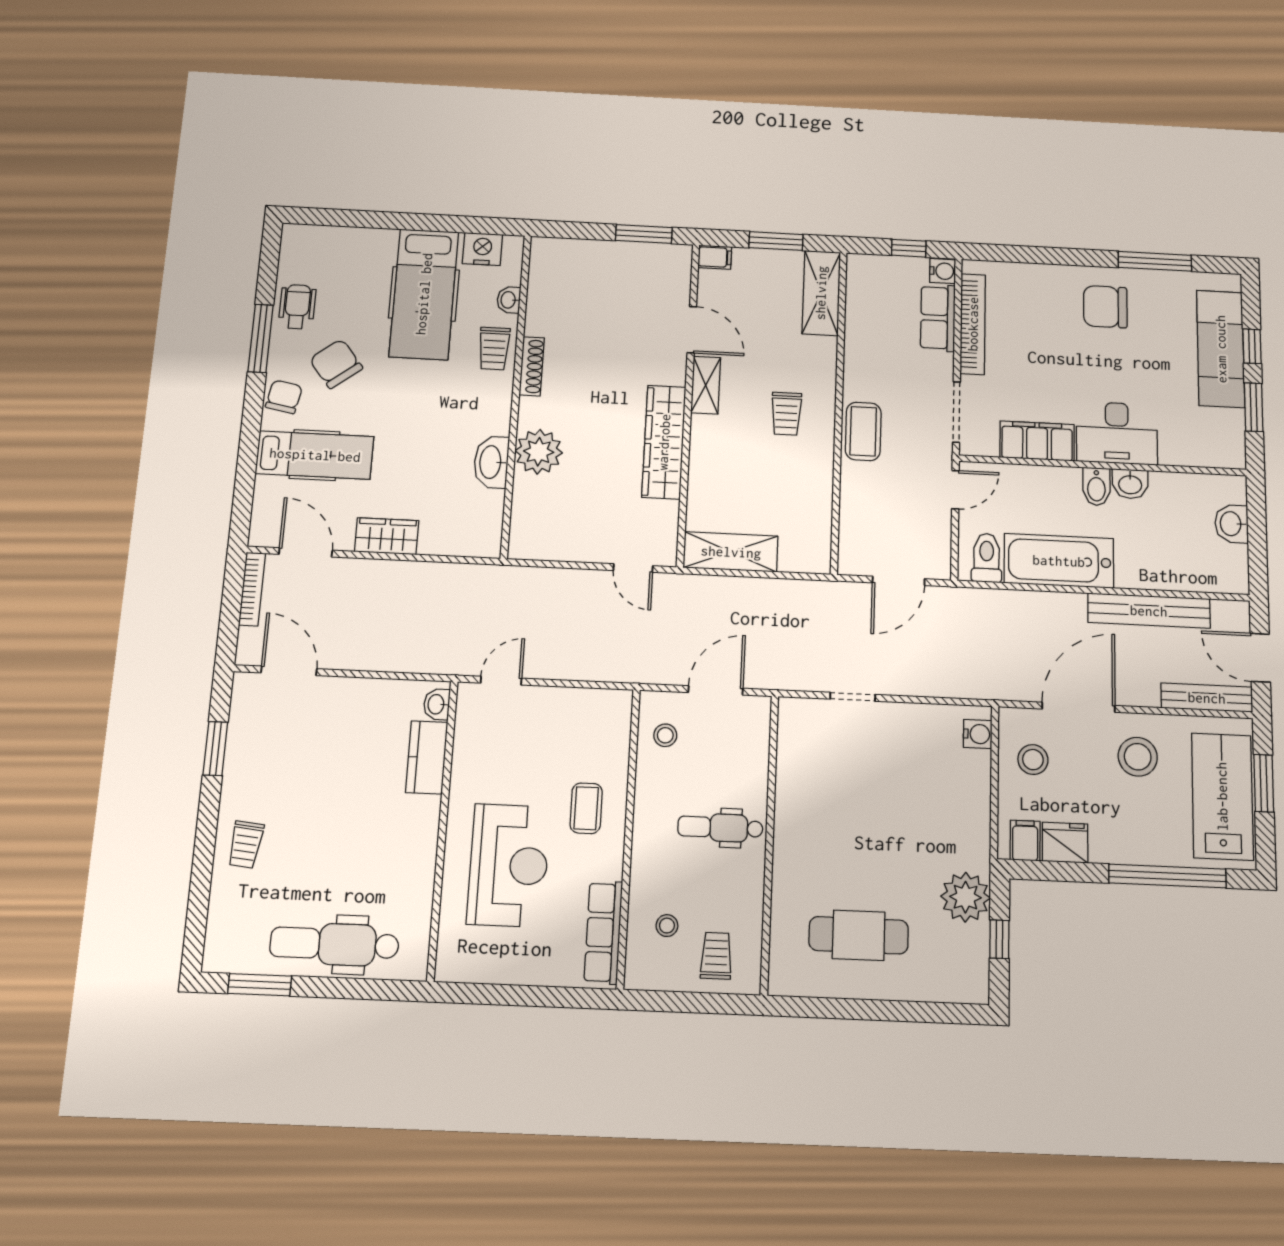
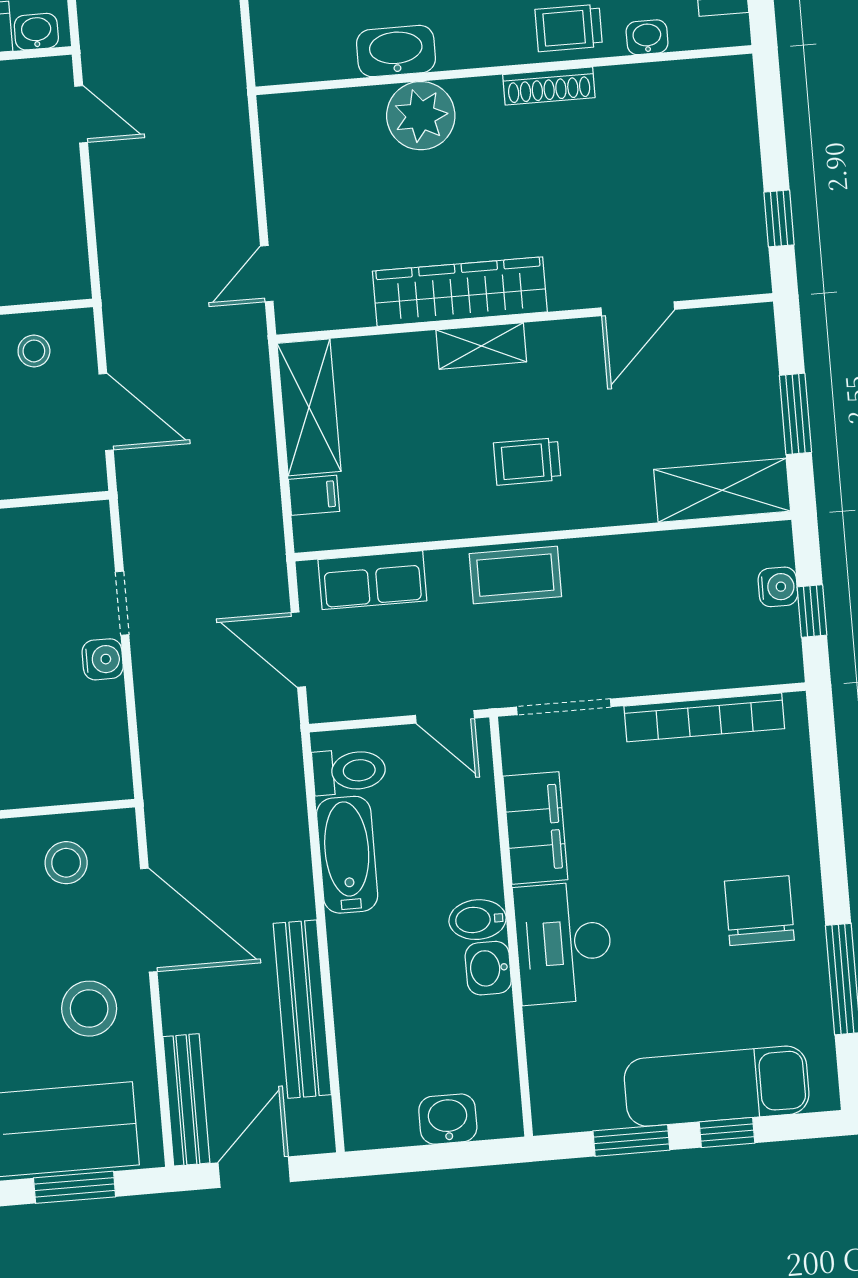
window: (644, 234) -> (779, 218), width x0.67
filing cabinet: (715, 257) -> (314, 495), moved, turned -90
water cooler: (943, 271) -> (778, 587), moved, turned -90
row of seats: (938, 318) -> (372, 580), moved, turned 180
shelving: (706, 385) -> (481, 346), moved
bathtub: (1059, 561) -> (347, 855), width x0.73, depth x0.73
water cooler: (978, 734) -> (103, 659), moved, turned -90

